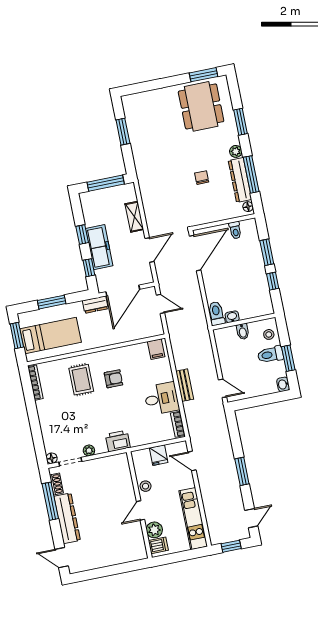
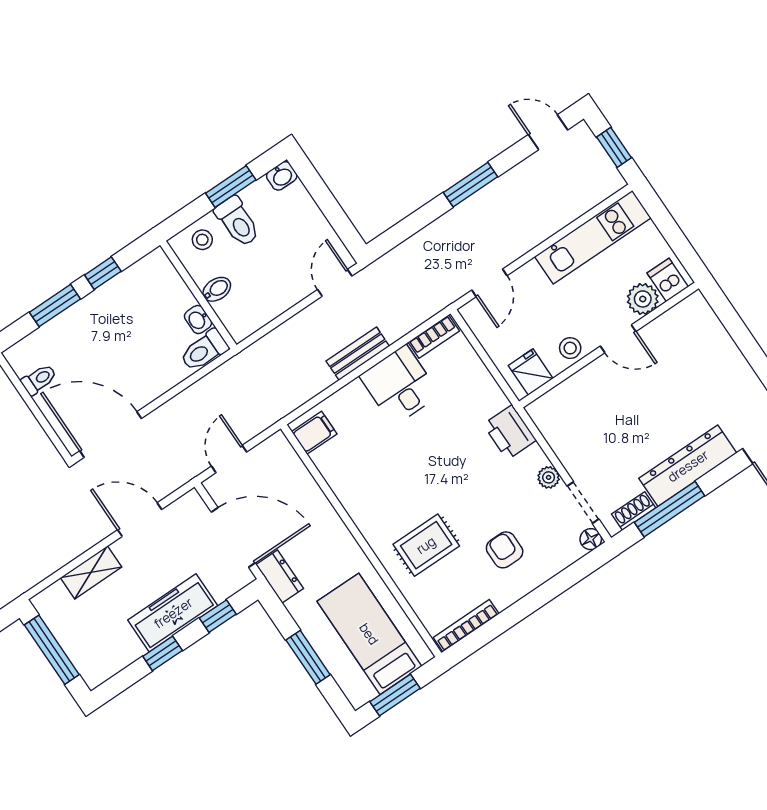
armchair: (113, 379) -> (505, 550), moved
fridge: (159, 455) -> (531, 372), moved, turned -90

